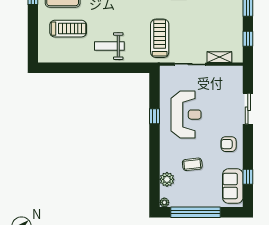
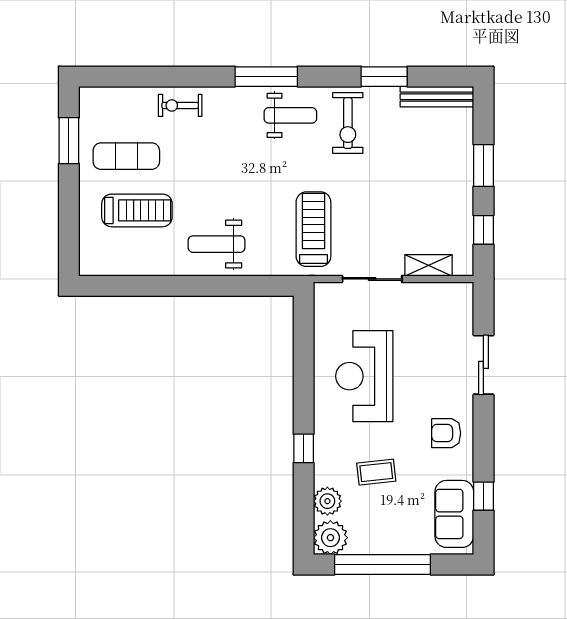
reception desk: (186, 115) -> (364, 376), turned 180
window: (155, 116) -> (304, 448), moved
plant: (164, 202) -> (330, 538), width x1.87, depth x1.87

